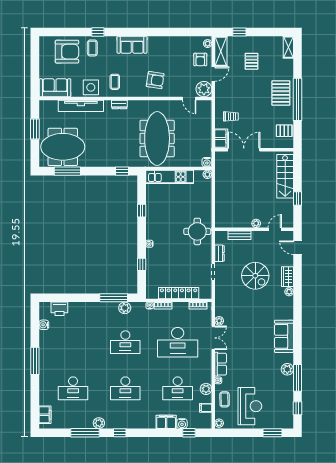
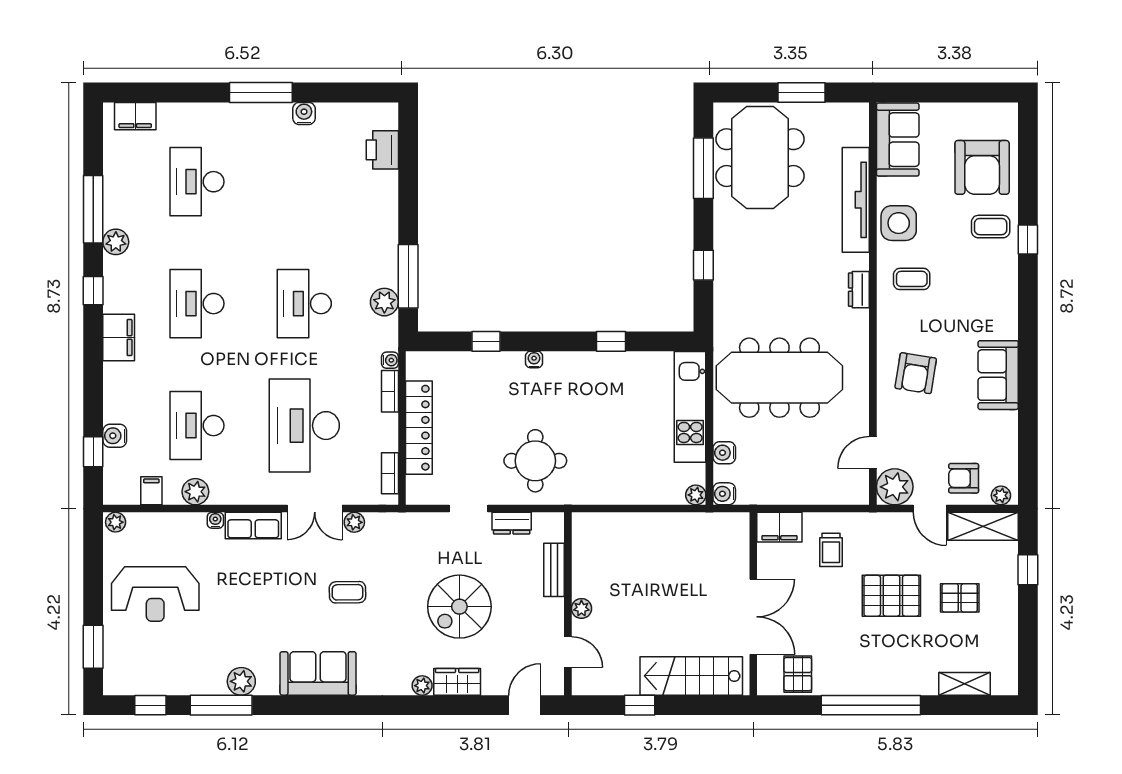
sofa: (132, 45) -> (998, 375), moved
shelving: (288, 47) -> (965, 684), moved
pallet: (281, 93) -> (891, 596), moved
double door: (244, 150) -> (753, 617), moved
water cooler: (189, 162) -> (724, 453), added
window: (122, 171) -> (703, 265), moved
round table: (197, 231) -> (535, 461), moved
water cooler: (44, 325) -> (304, 113), moved
coffee table: (225, 399) -> (347, 592), moved
filing cabinet: (166, 422) -> (119, 337), moved

